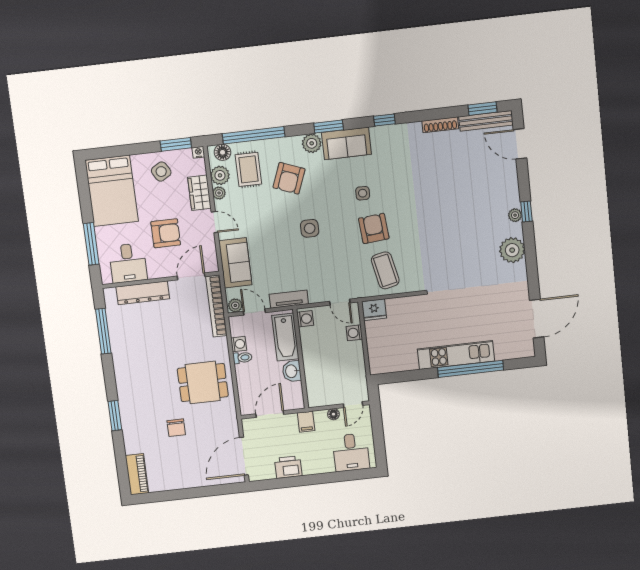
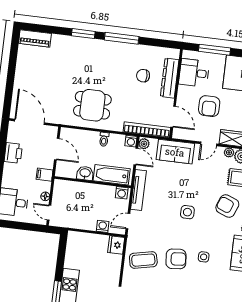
tv unit: (289, 299) -> (138, 190), width x1.41
door: (254, 312) -> (136, 157), hinge flipped
window: (103, 331) -> (122, 38), moved
washing machine: (239, 344) -> (131, 141), moved
dining table: (203, 383) -> (92, 105), turned 90
chair: (176, 428) -> (143, 76), moved

